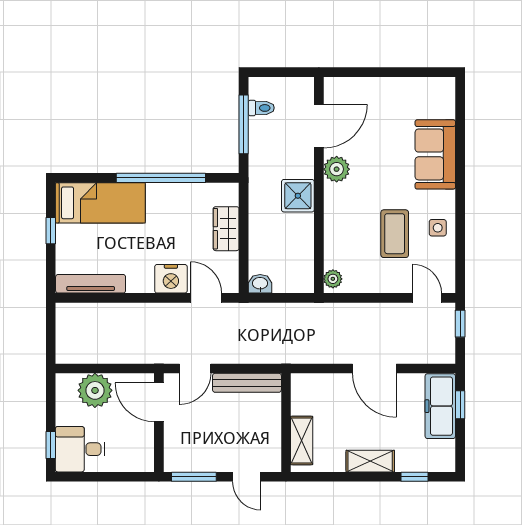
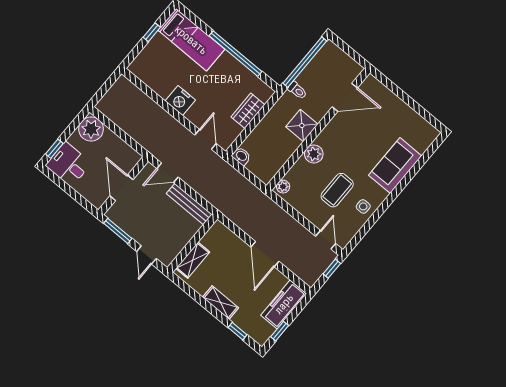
toilet: (261, 108) -> (297, 90), moved
window: (244, 124) -> (305, 62), width x1.46
plant: (337, 169) -> (314, 154), moved
nightstand: (171, 279) -> (180, 101), moved
tv unit: (91, 284) -> (149, 79), removed
plant: (95, 390) -> (91, 129), moved
door: (159, 402) -> (122, 188), moved
window: (460, 405) -> (280, 331), moved

